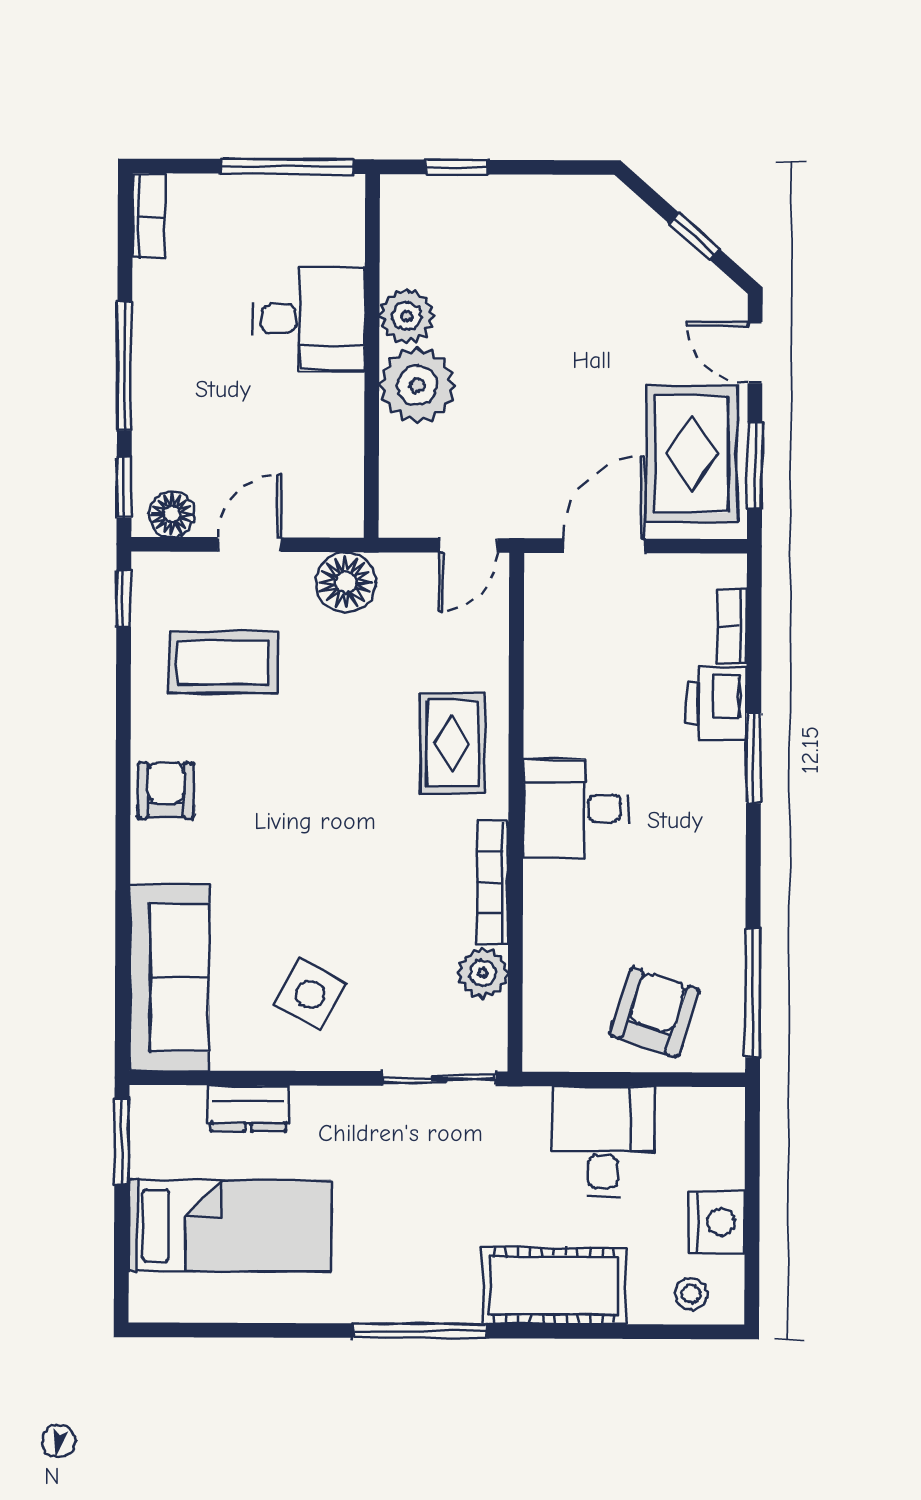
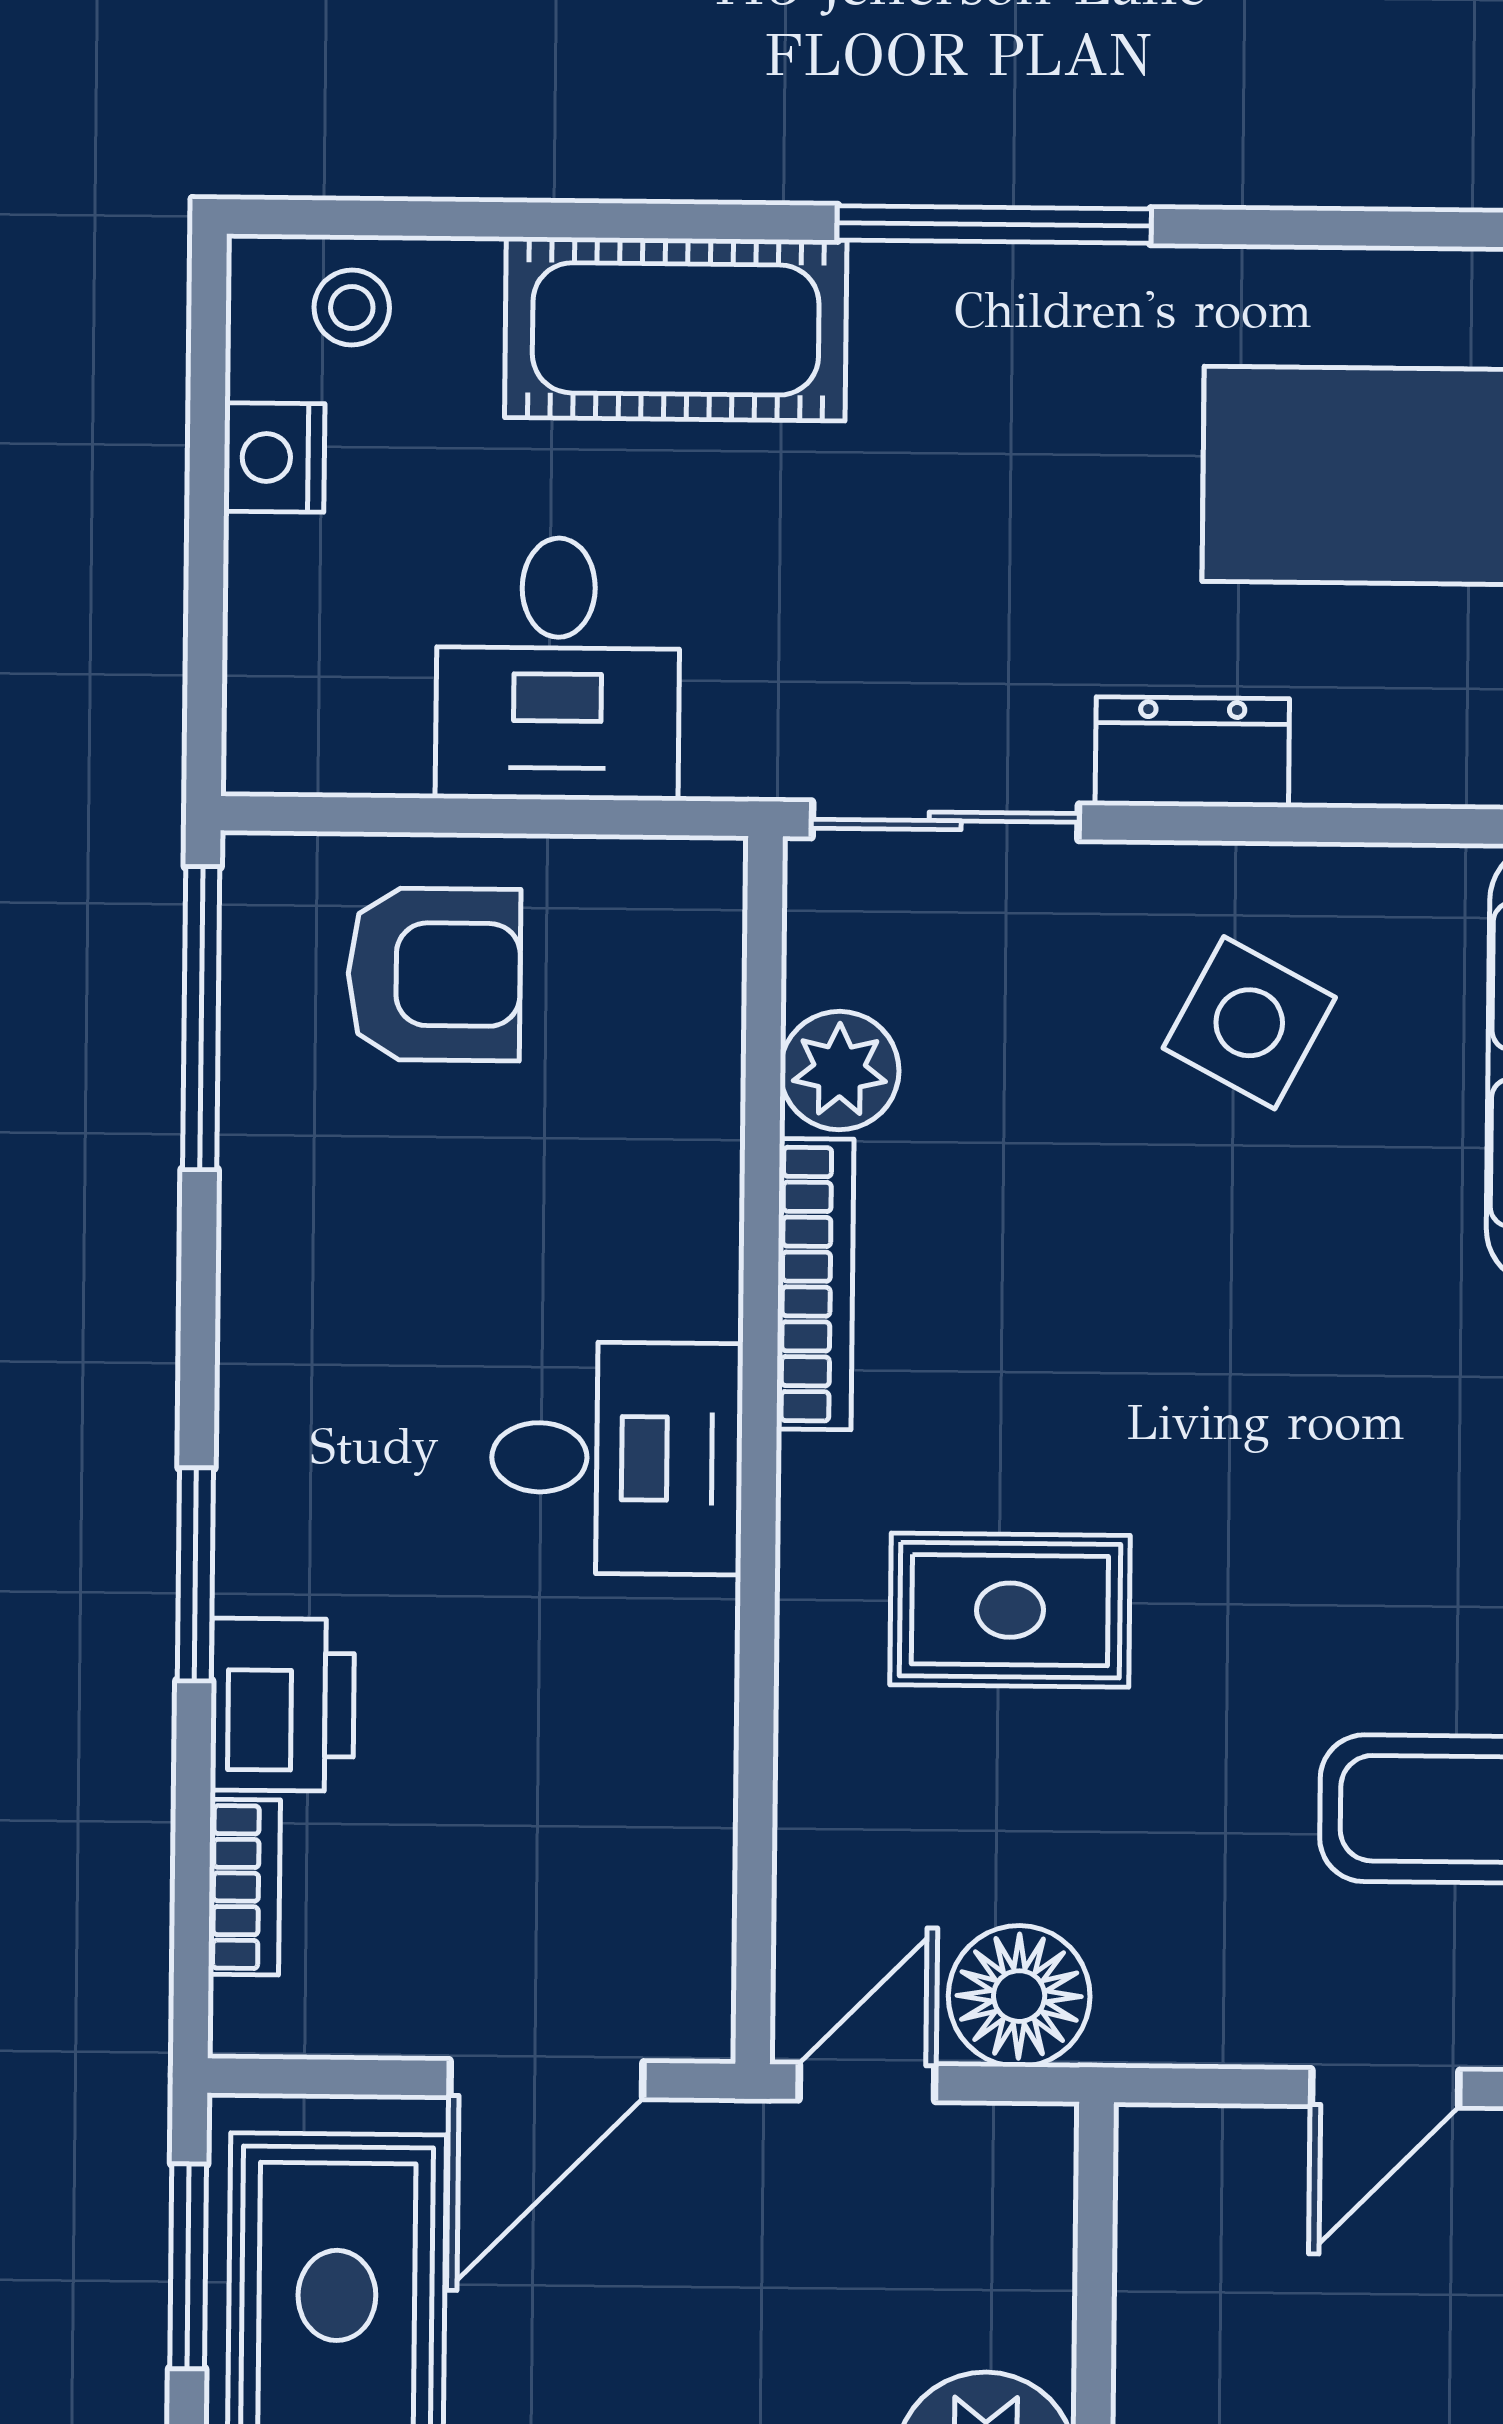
floor lamp: (346, 582) -> (1019, 1996), moved
rug: (452, 743) -> (1010, 1610), moved, turned 90
armchair: (655, 1012) -> (434, 974), turned -108
dresser: (248, 1108) -> (1192, 752), moved
nightstand: (717, 1222) -> (274, 458), width x0.74, depth x0.75

